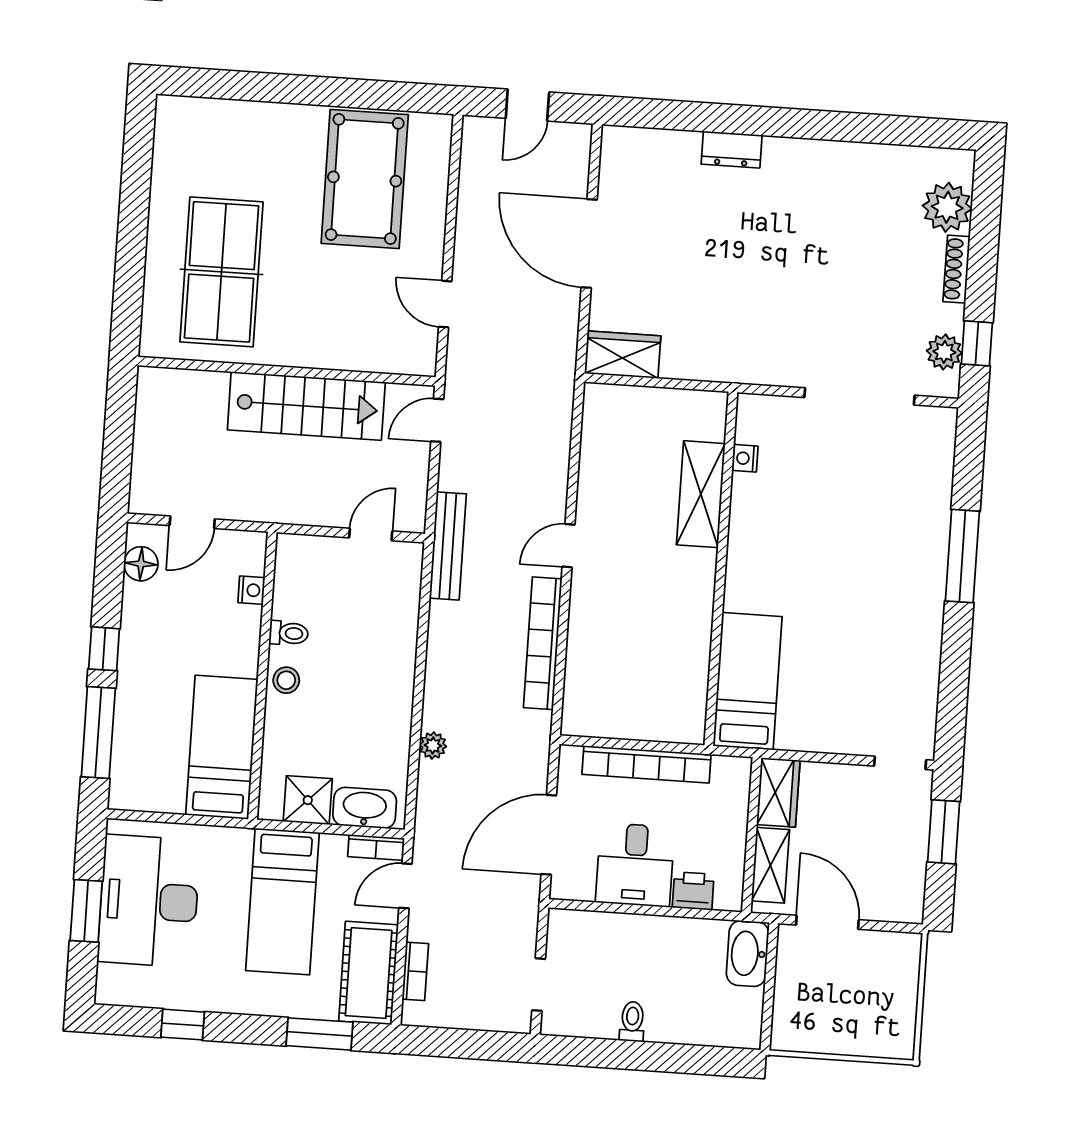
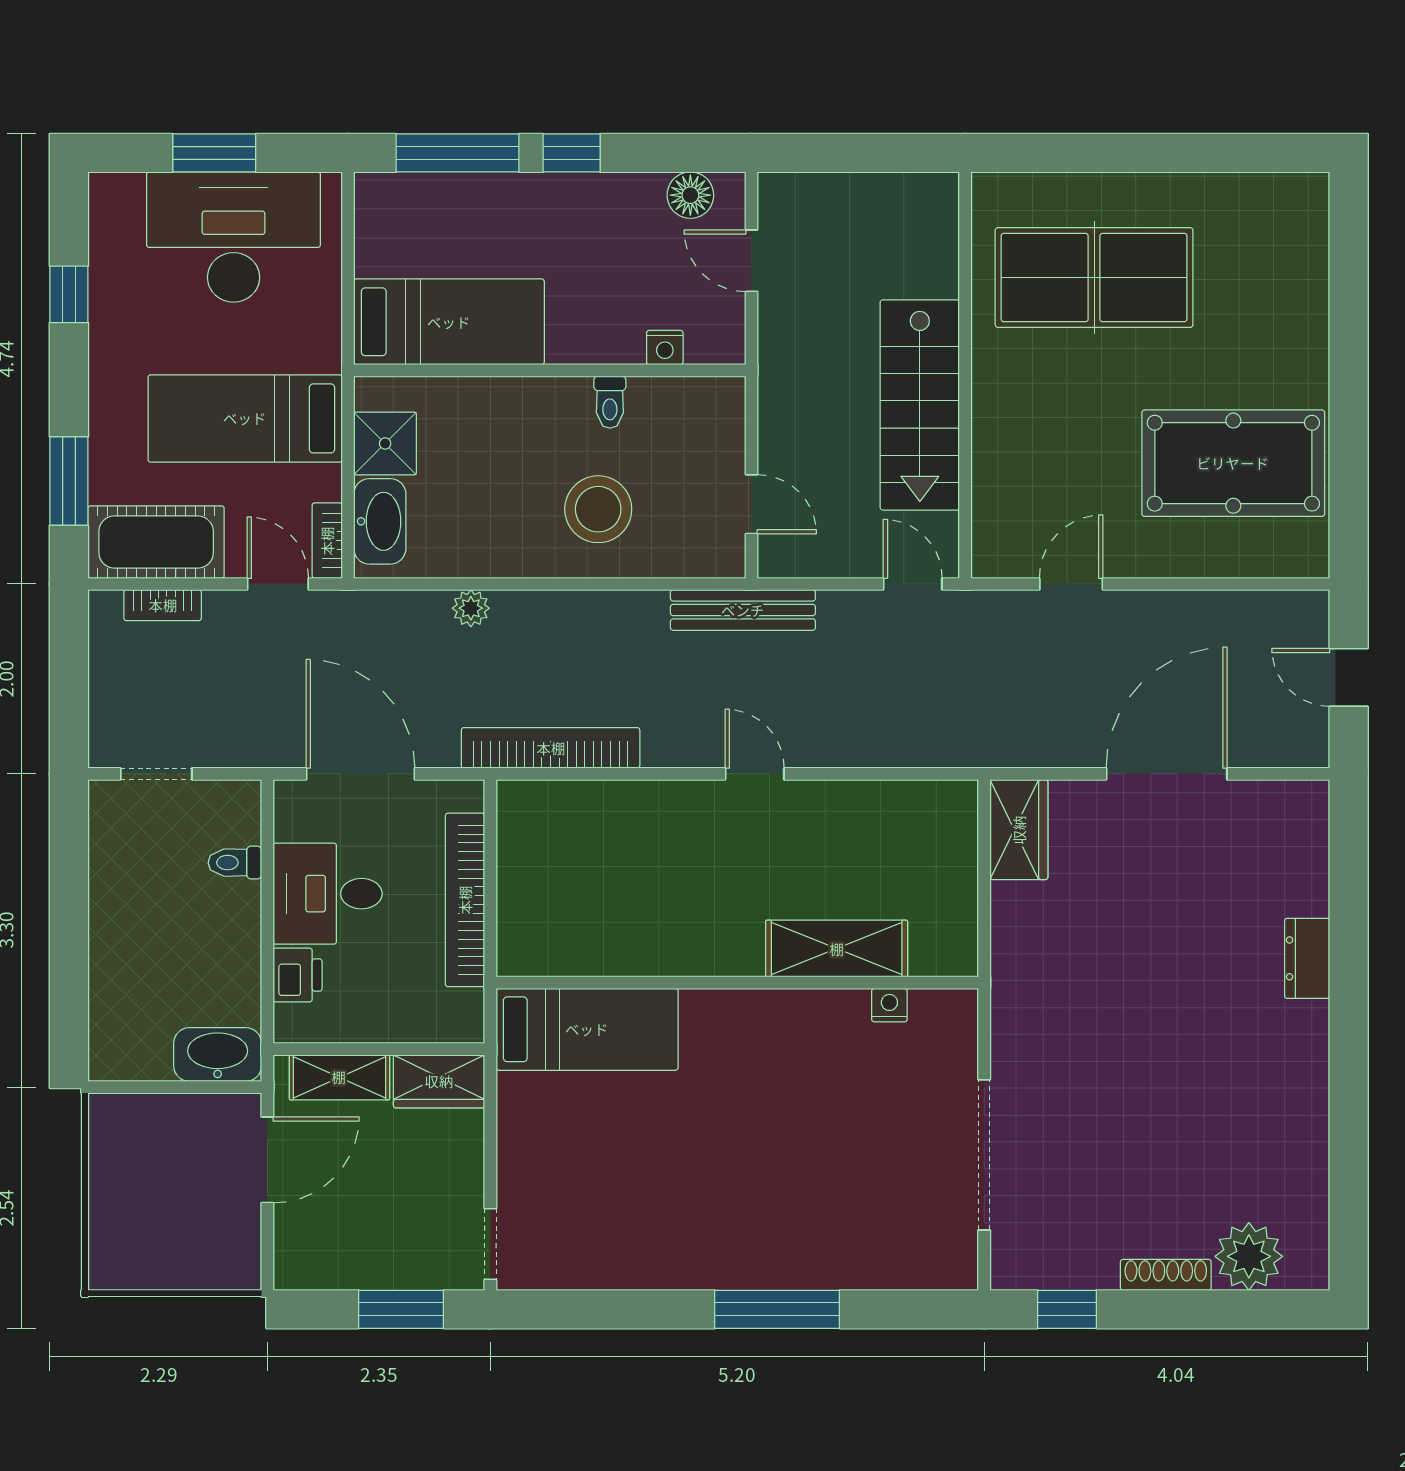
plant: (944, 352) -> (1052, 1266), removed
bookcase: (543, 643) -> (551, 748), moved
stool: (286, 680) -> (598, 509), moved, width x1.89, depth x1.89
toilet: (632, 1022) -> (235, 863), moved, turned 180

